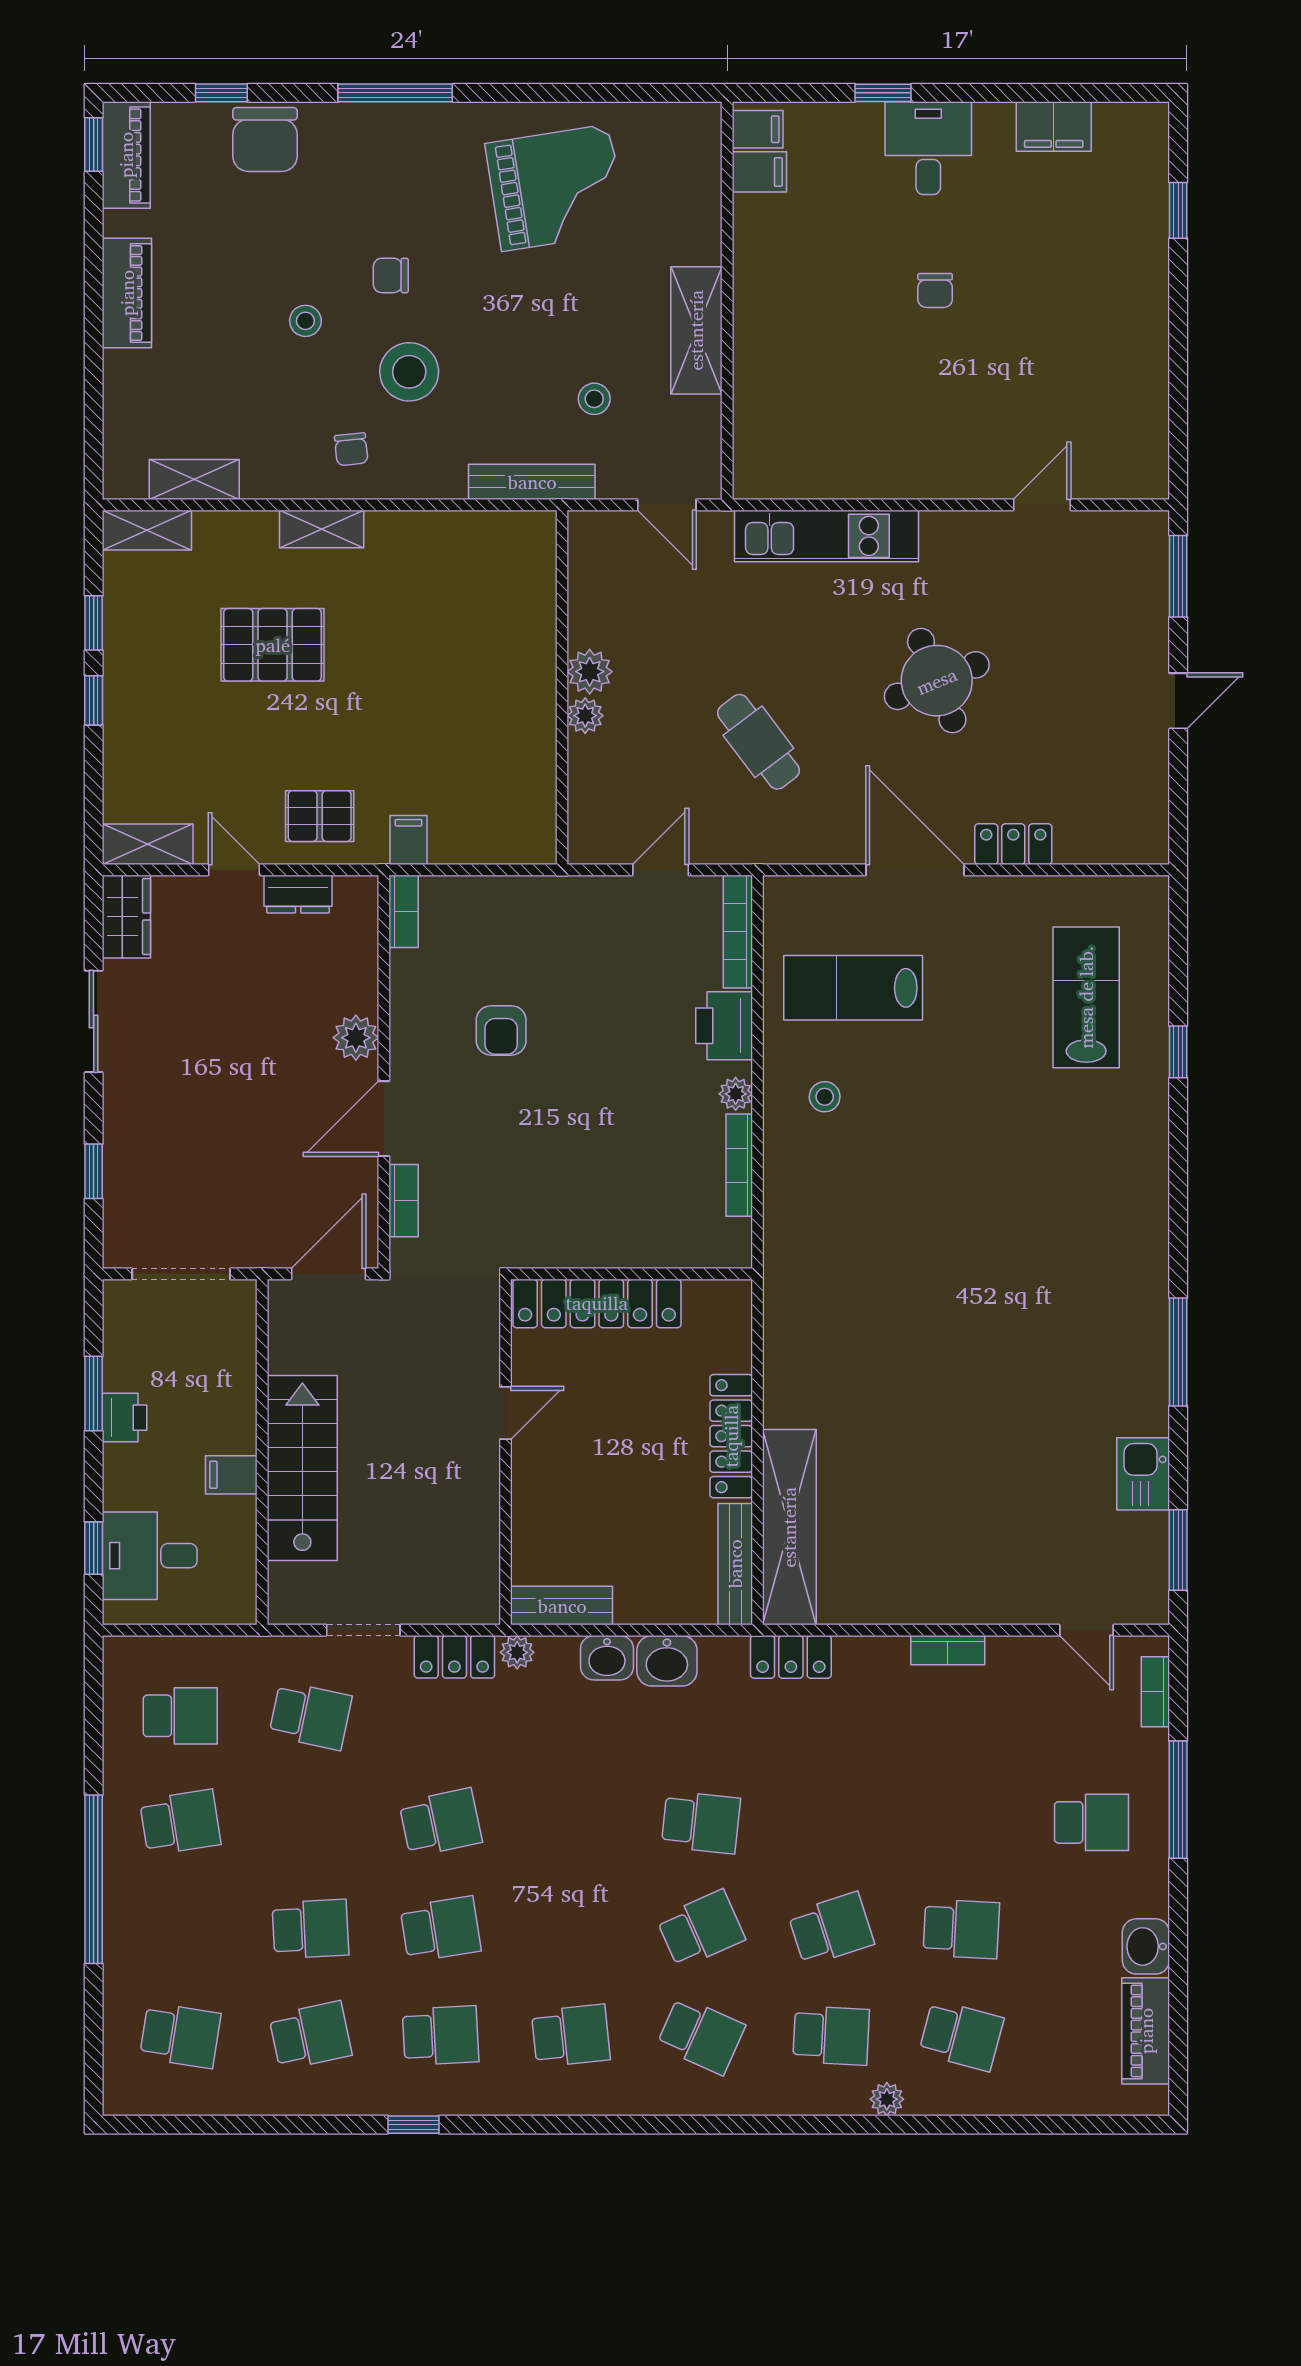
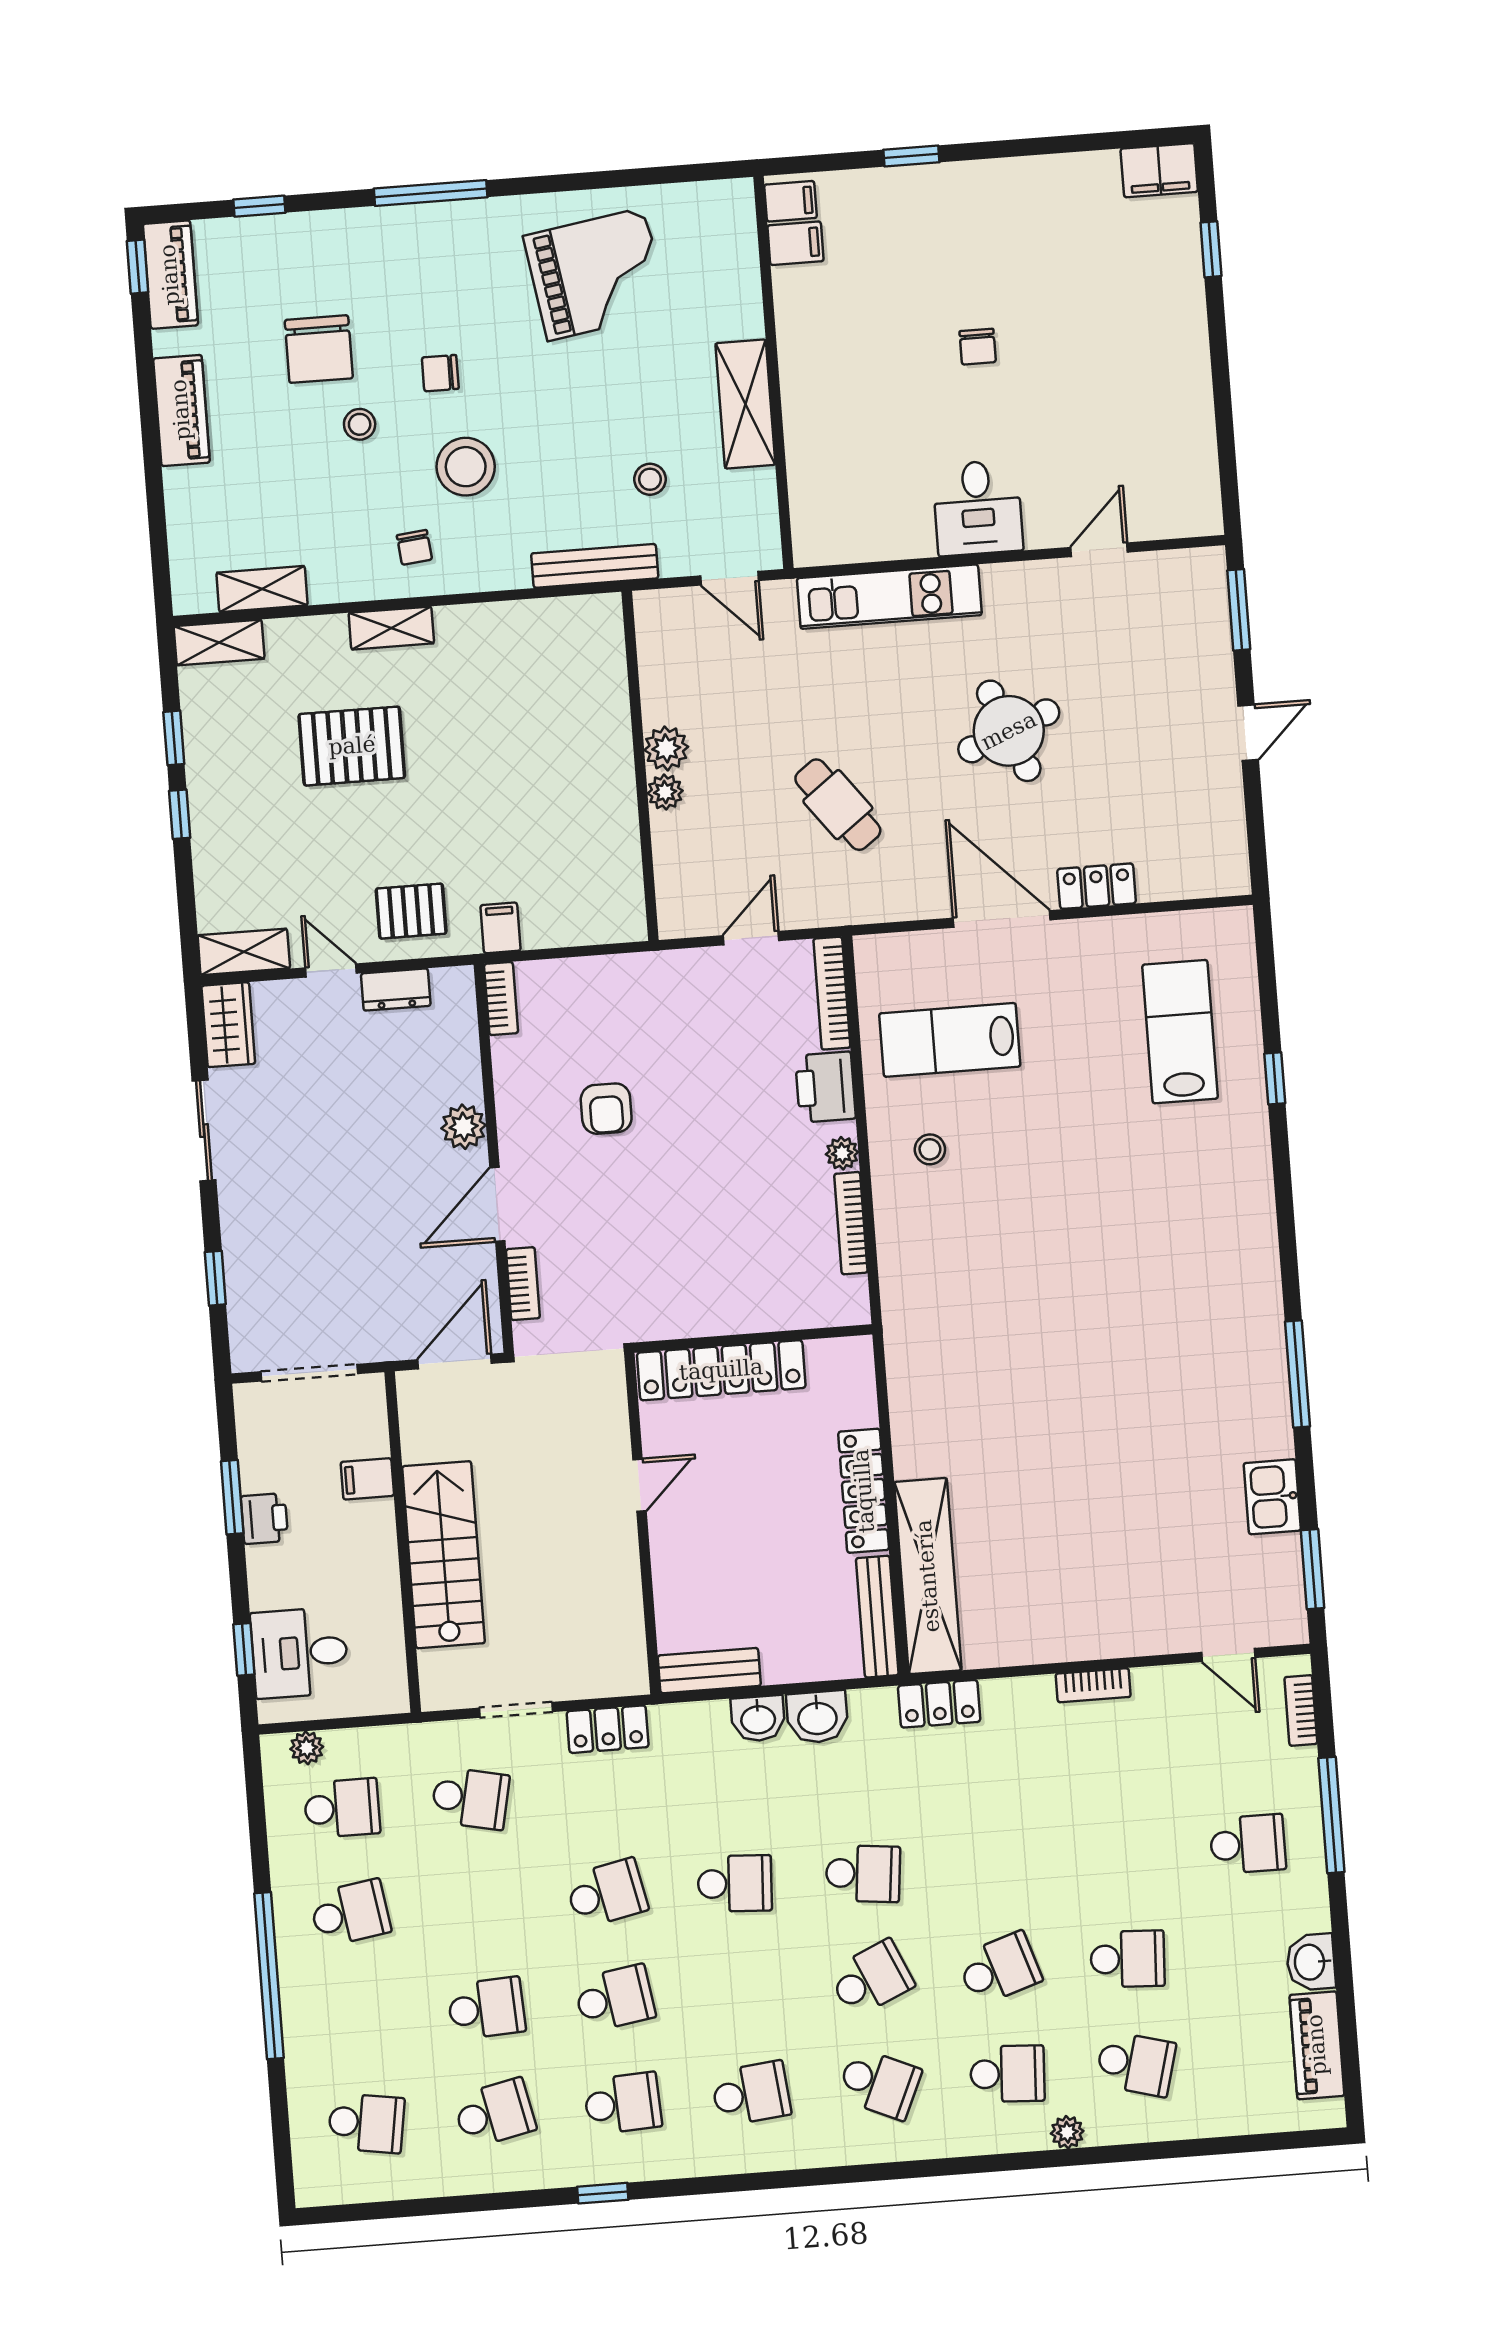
filing cabinet: (1054, 127) -> (1159, 170), moved
chair: (265, 140) -> (319, 349), moved
desk: (928, 148) -> (978, 508), moved, turned 180
filing cabinet: (231, 1475) -> (367, 1479), moved
plant: (517, 1652) -> (307, 1748), moved
school desk: (571, 1822) -> (735, 1883), added

